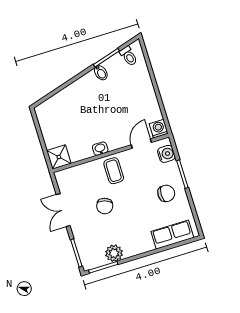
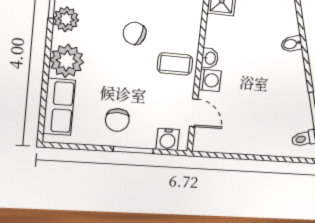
bidet: (101, 73) -> (292, 44), moved
washing machine: (159, 129) -> (210, 80), moved
plant: (140, 242) -> (67, 61), added

